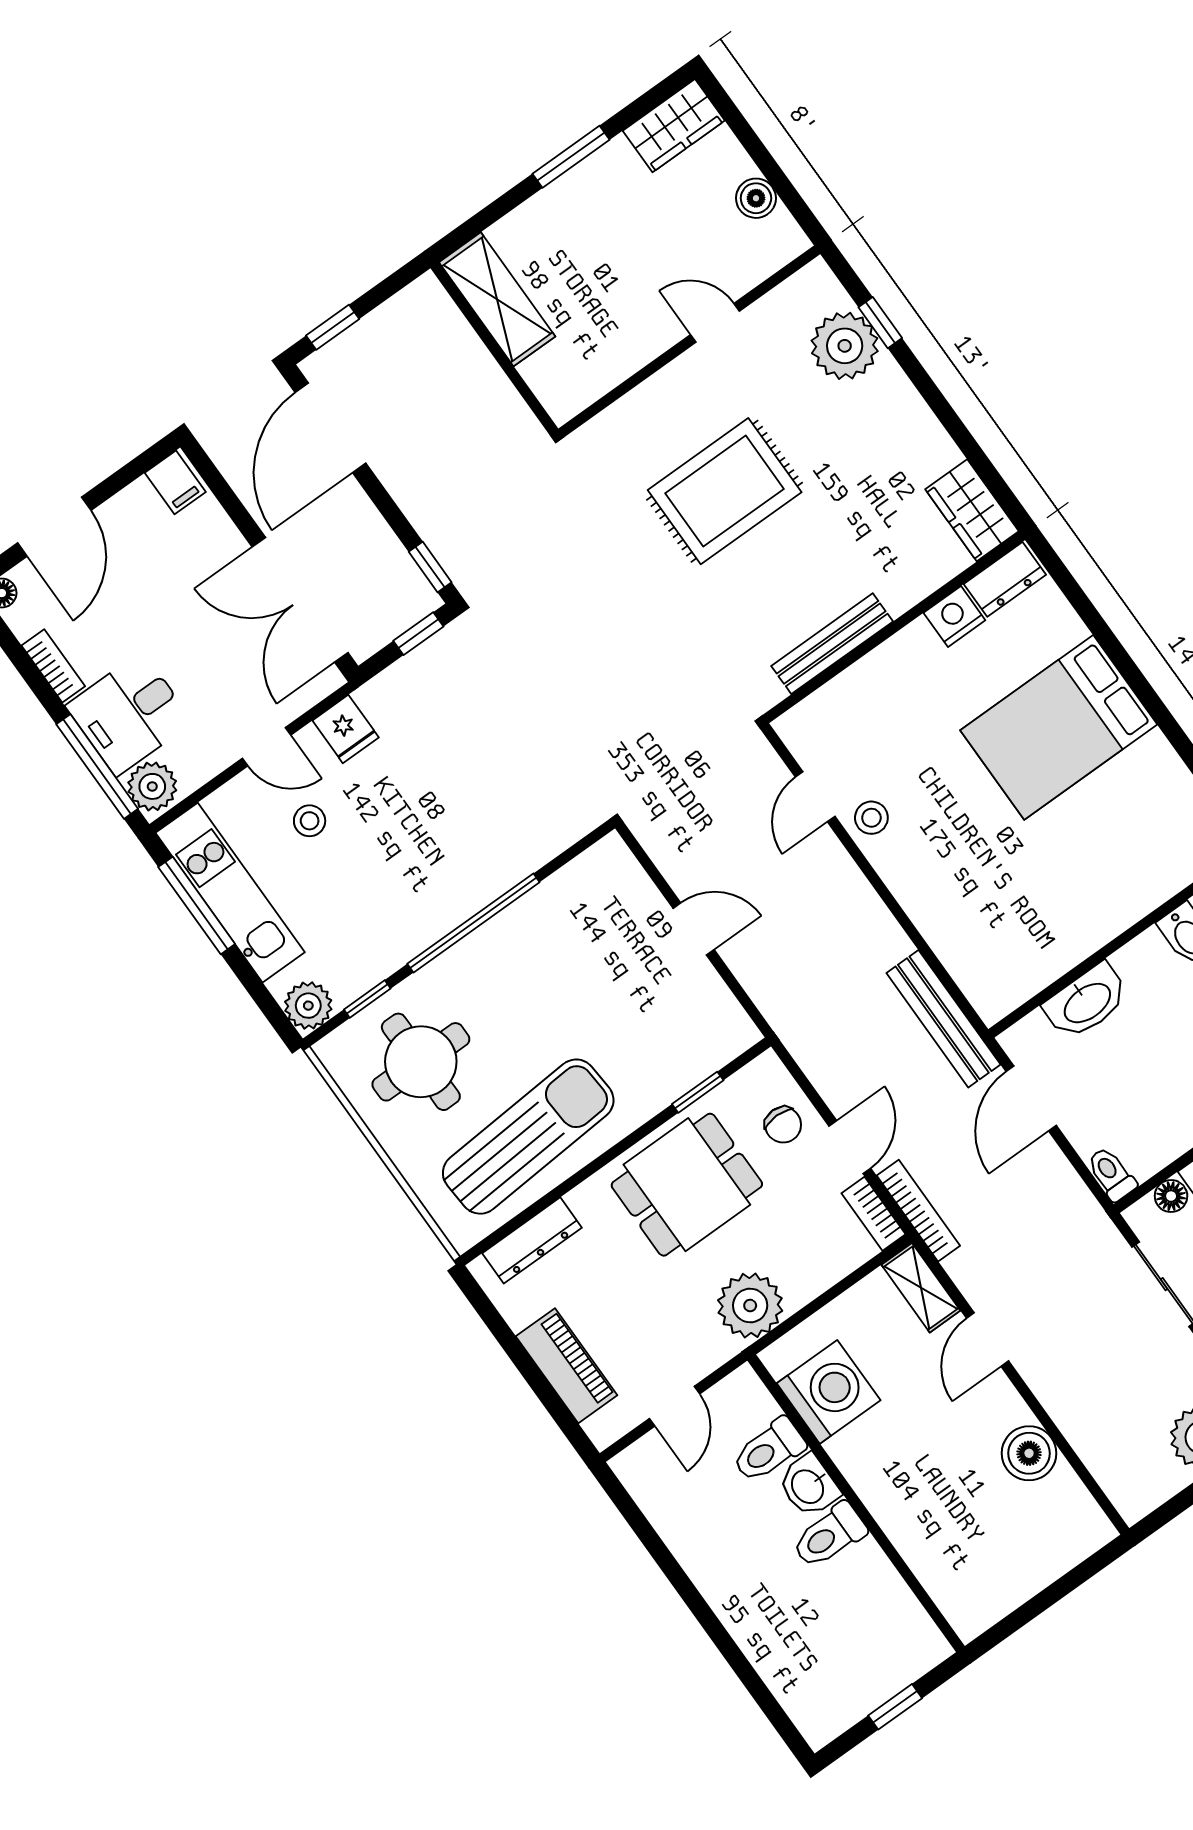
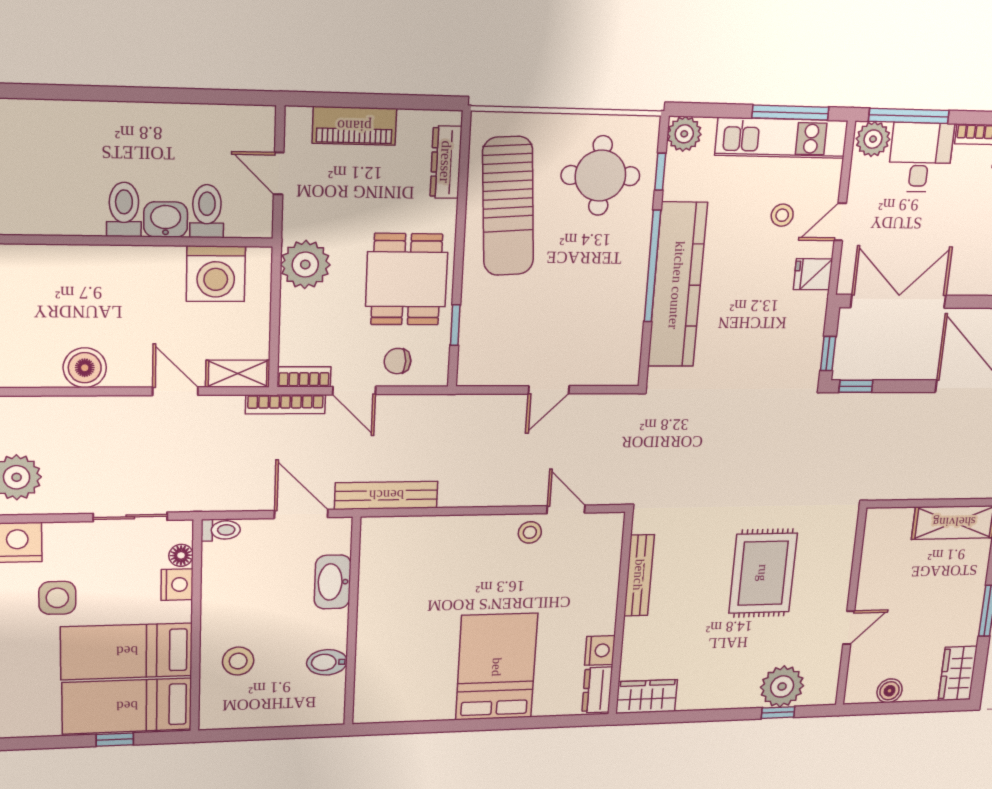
kitchen counter: (472, 877) -> (677, 285), added

